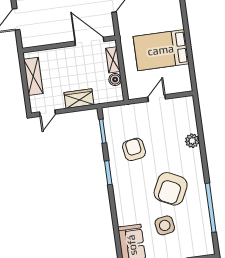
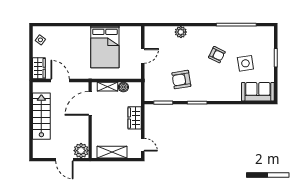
plant: (30, 38) -> (81, 151), added
door: (157, 98) -> (143, 56), swing flipped
armchair: (171, 189) -> (217, 55), width x0.53, depth x0.53

